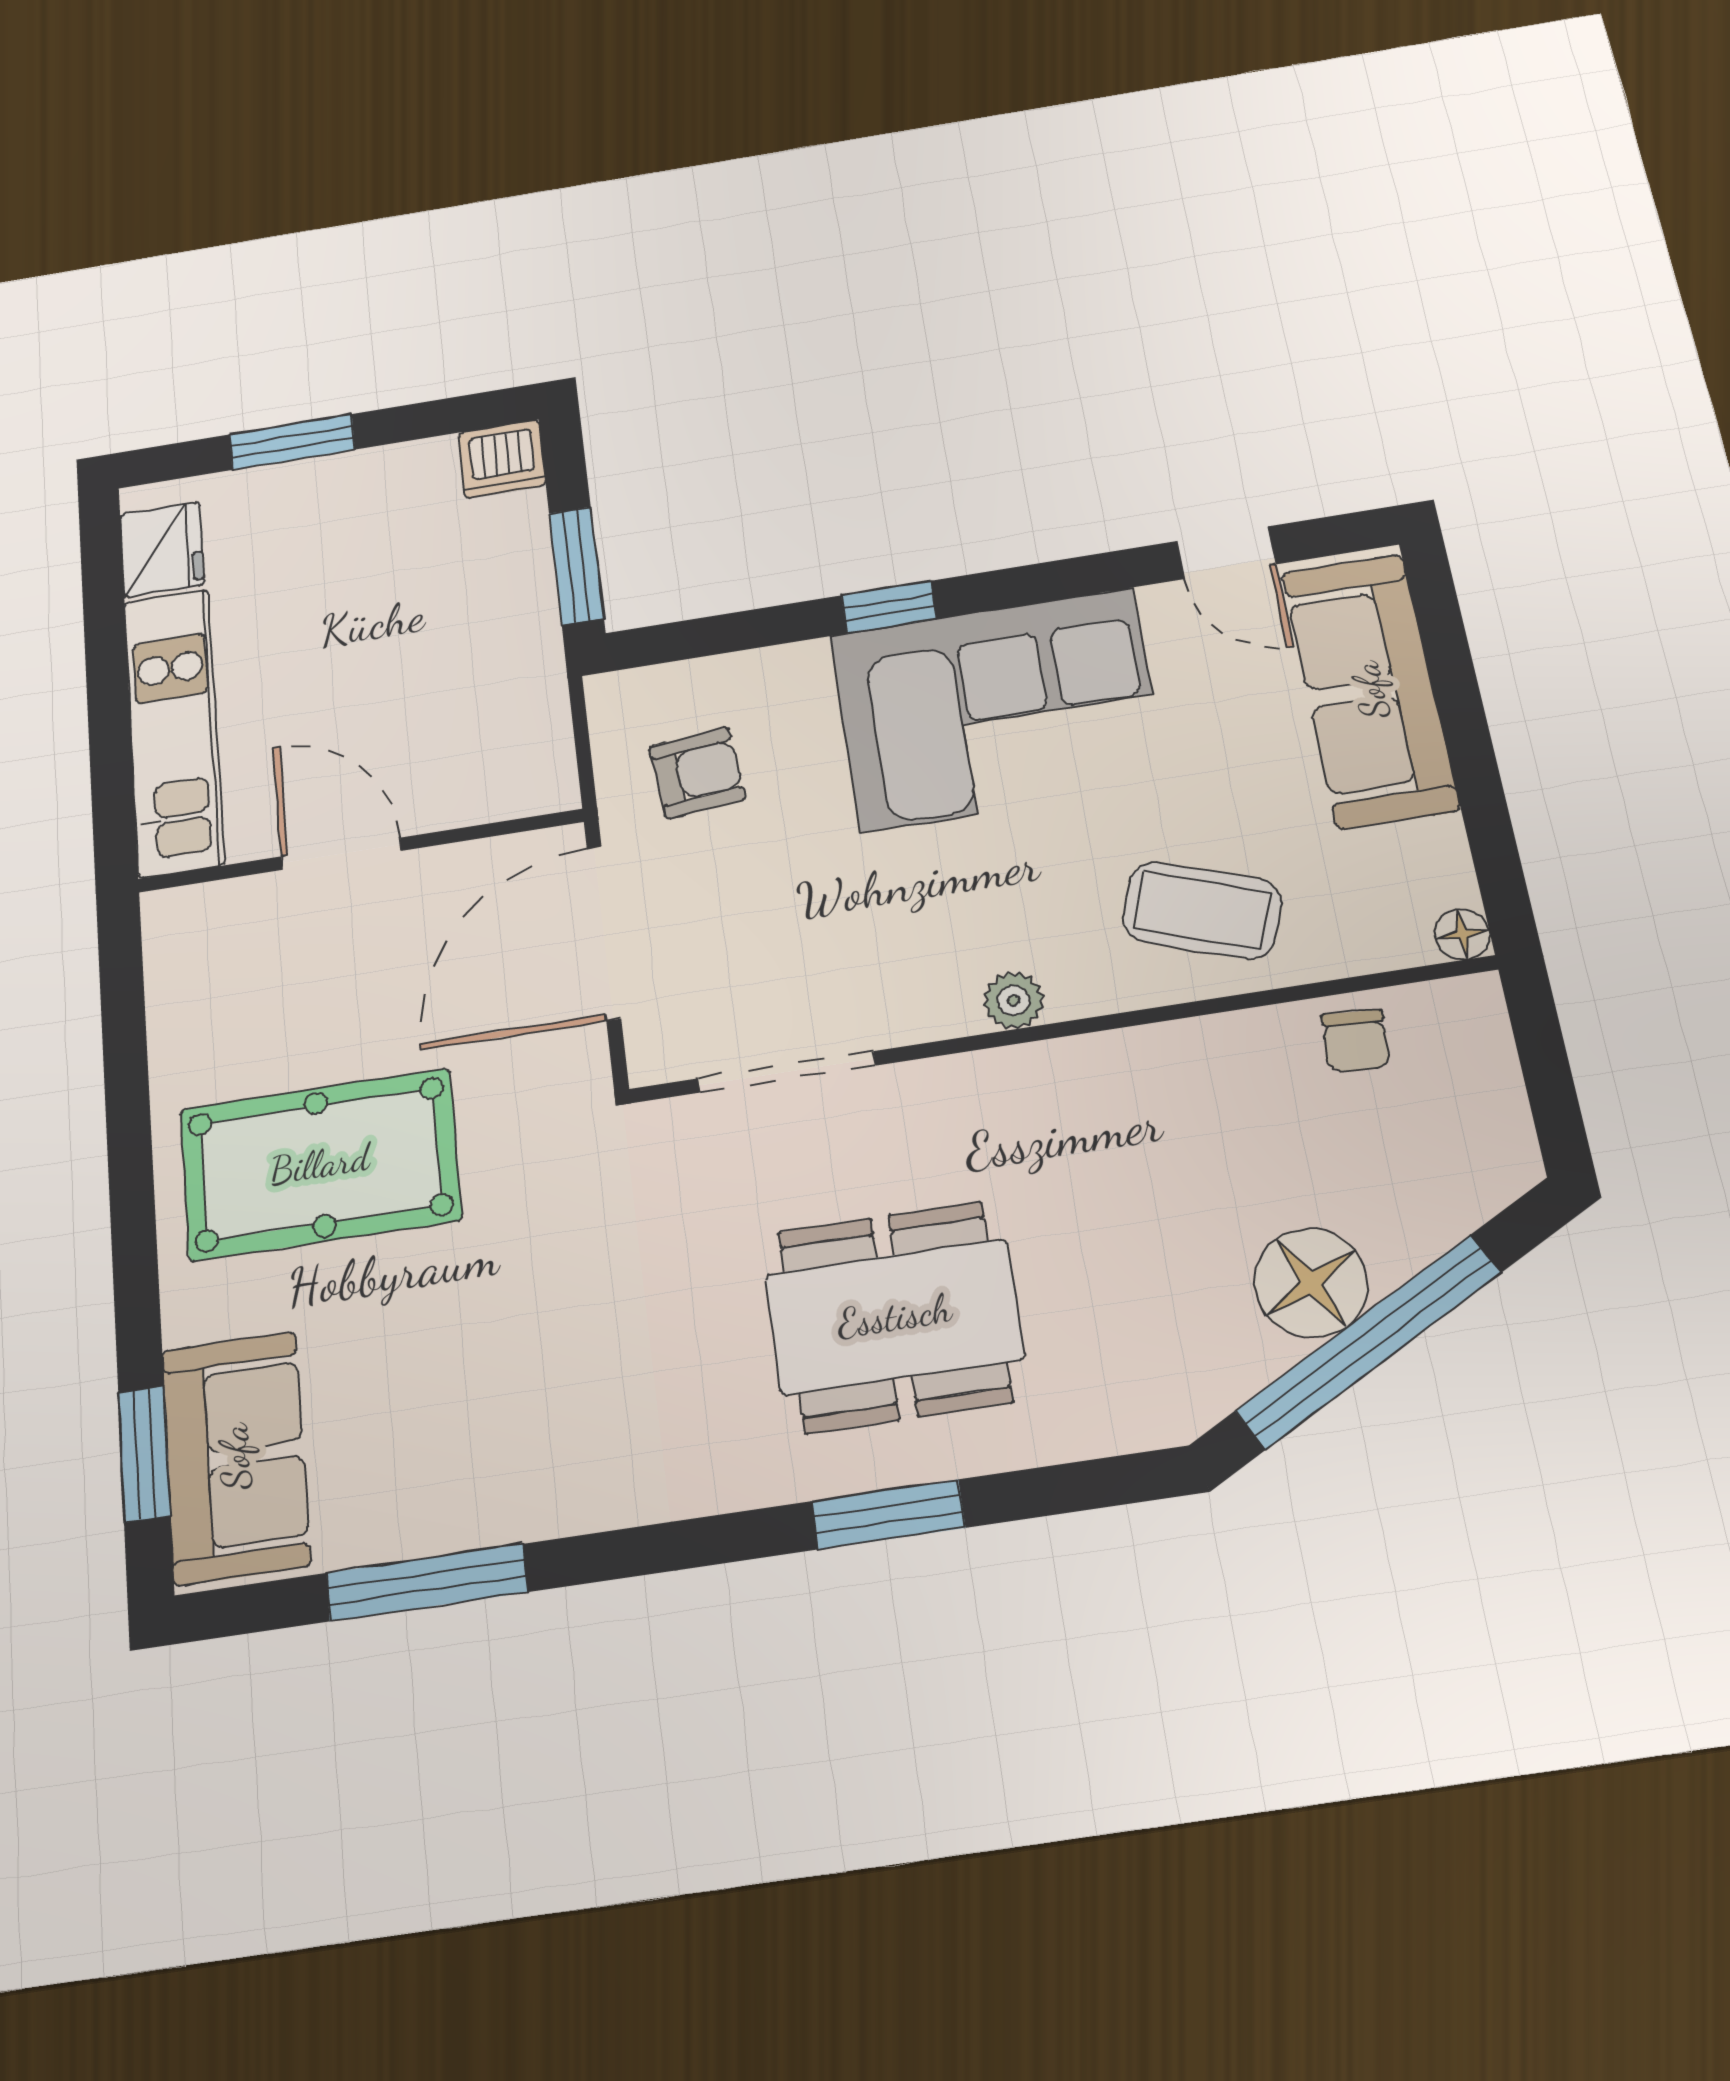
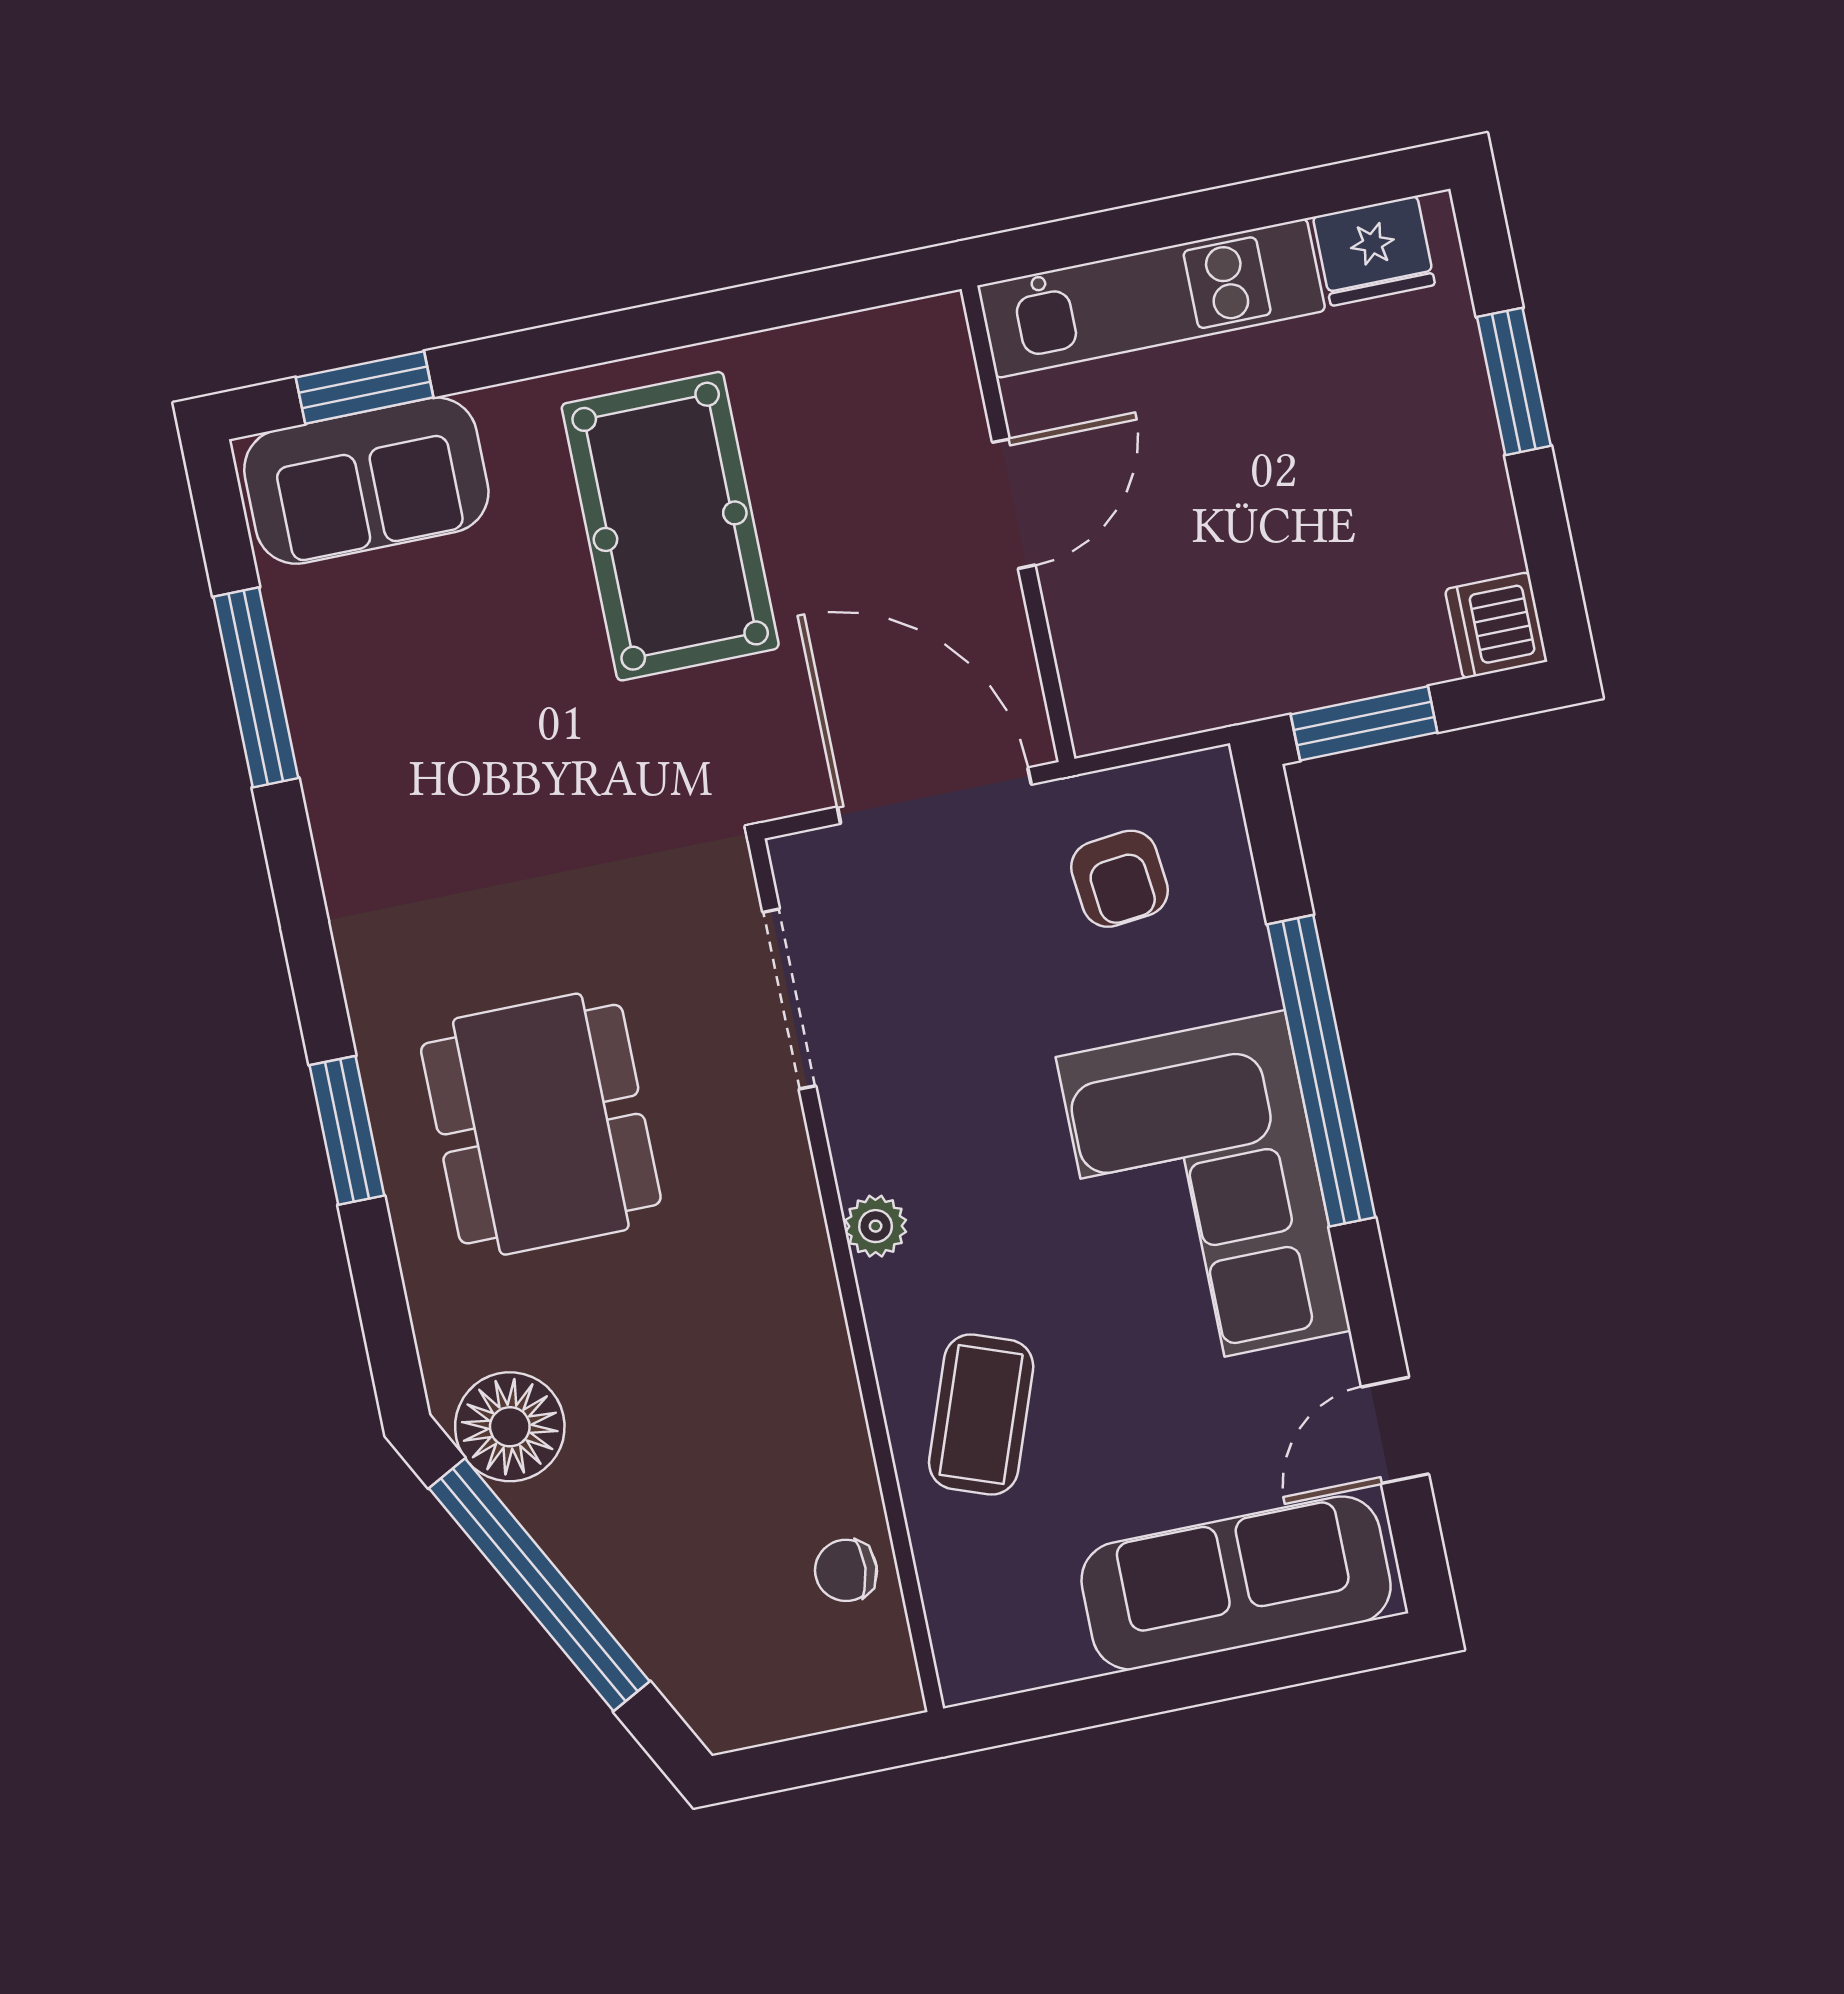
window: (889, 607) -> (1321, 1071), width x3.17
floor lamp: (1462, 934) -> (964, 1677), removed
floor lamp: (1311, 1283) -> (510, 1427), moved

